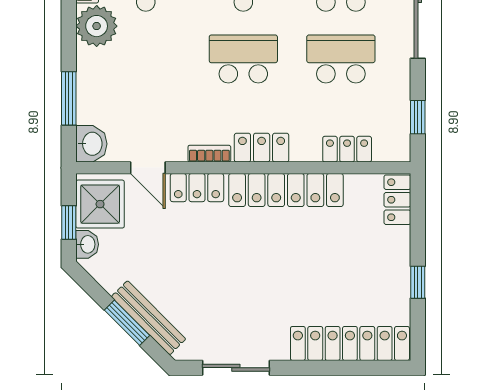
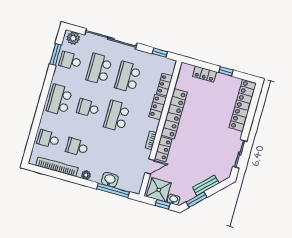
plant: (97, 26) -> (86, 175), width x0.53, depth x0.53
window: (69, 98) -> (113, 190), width x1.44
washbasin: (91, 144) -> (110, 180), moved
locker: (262, 148) -> (158, 107), moved
locker: (397, 200) -> (205, 74), moved
bench: (149, 318) -> (206, 185), width x0.73
window: (127, 323) -> (197, 200), moved

